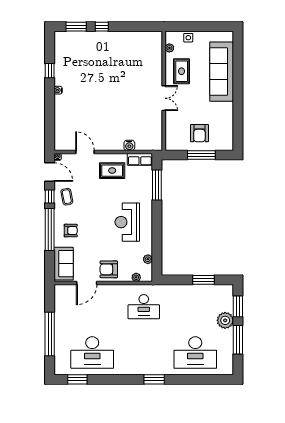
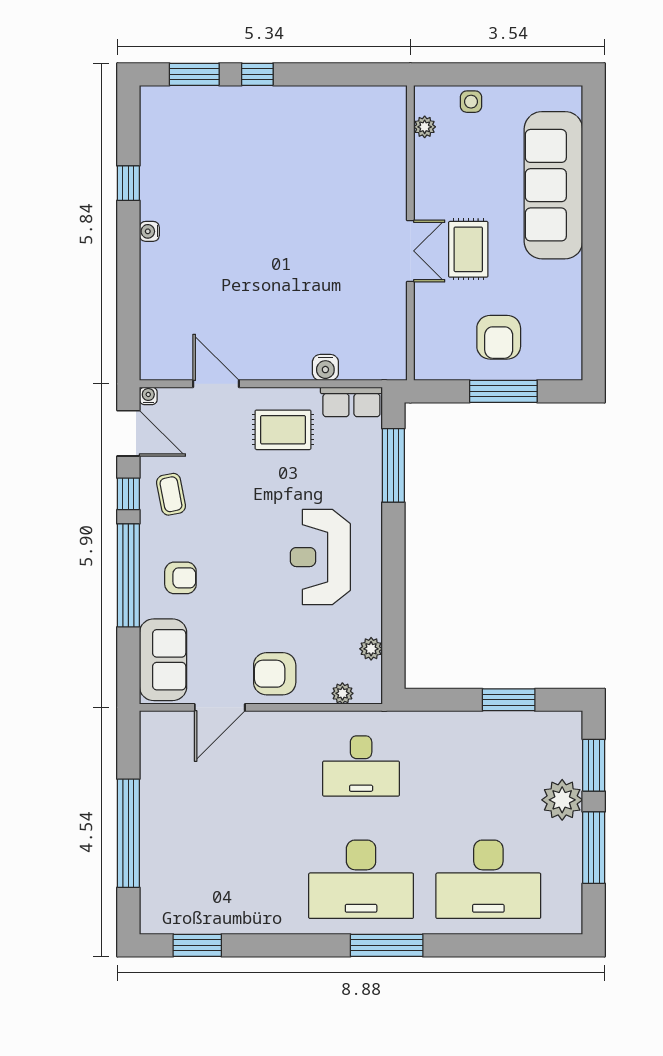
rug: (182, 71) -> (468, 249), moved
desk: (92, 353) -> (361, 879), moved
window: (154, 379) -> (387, 945), width x1.44

